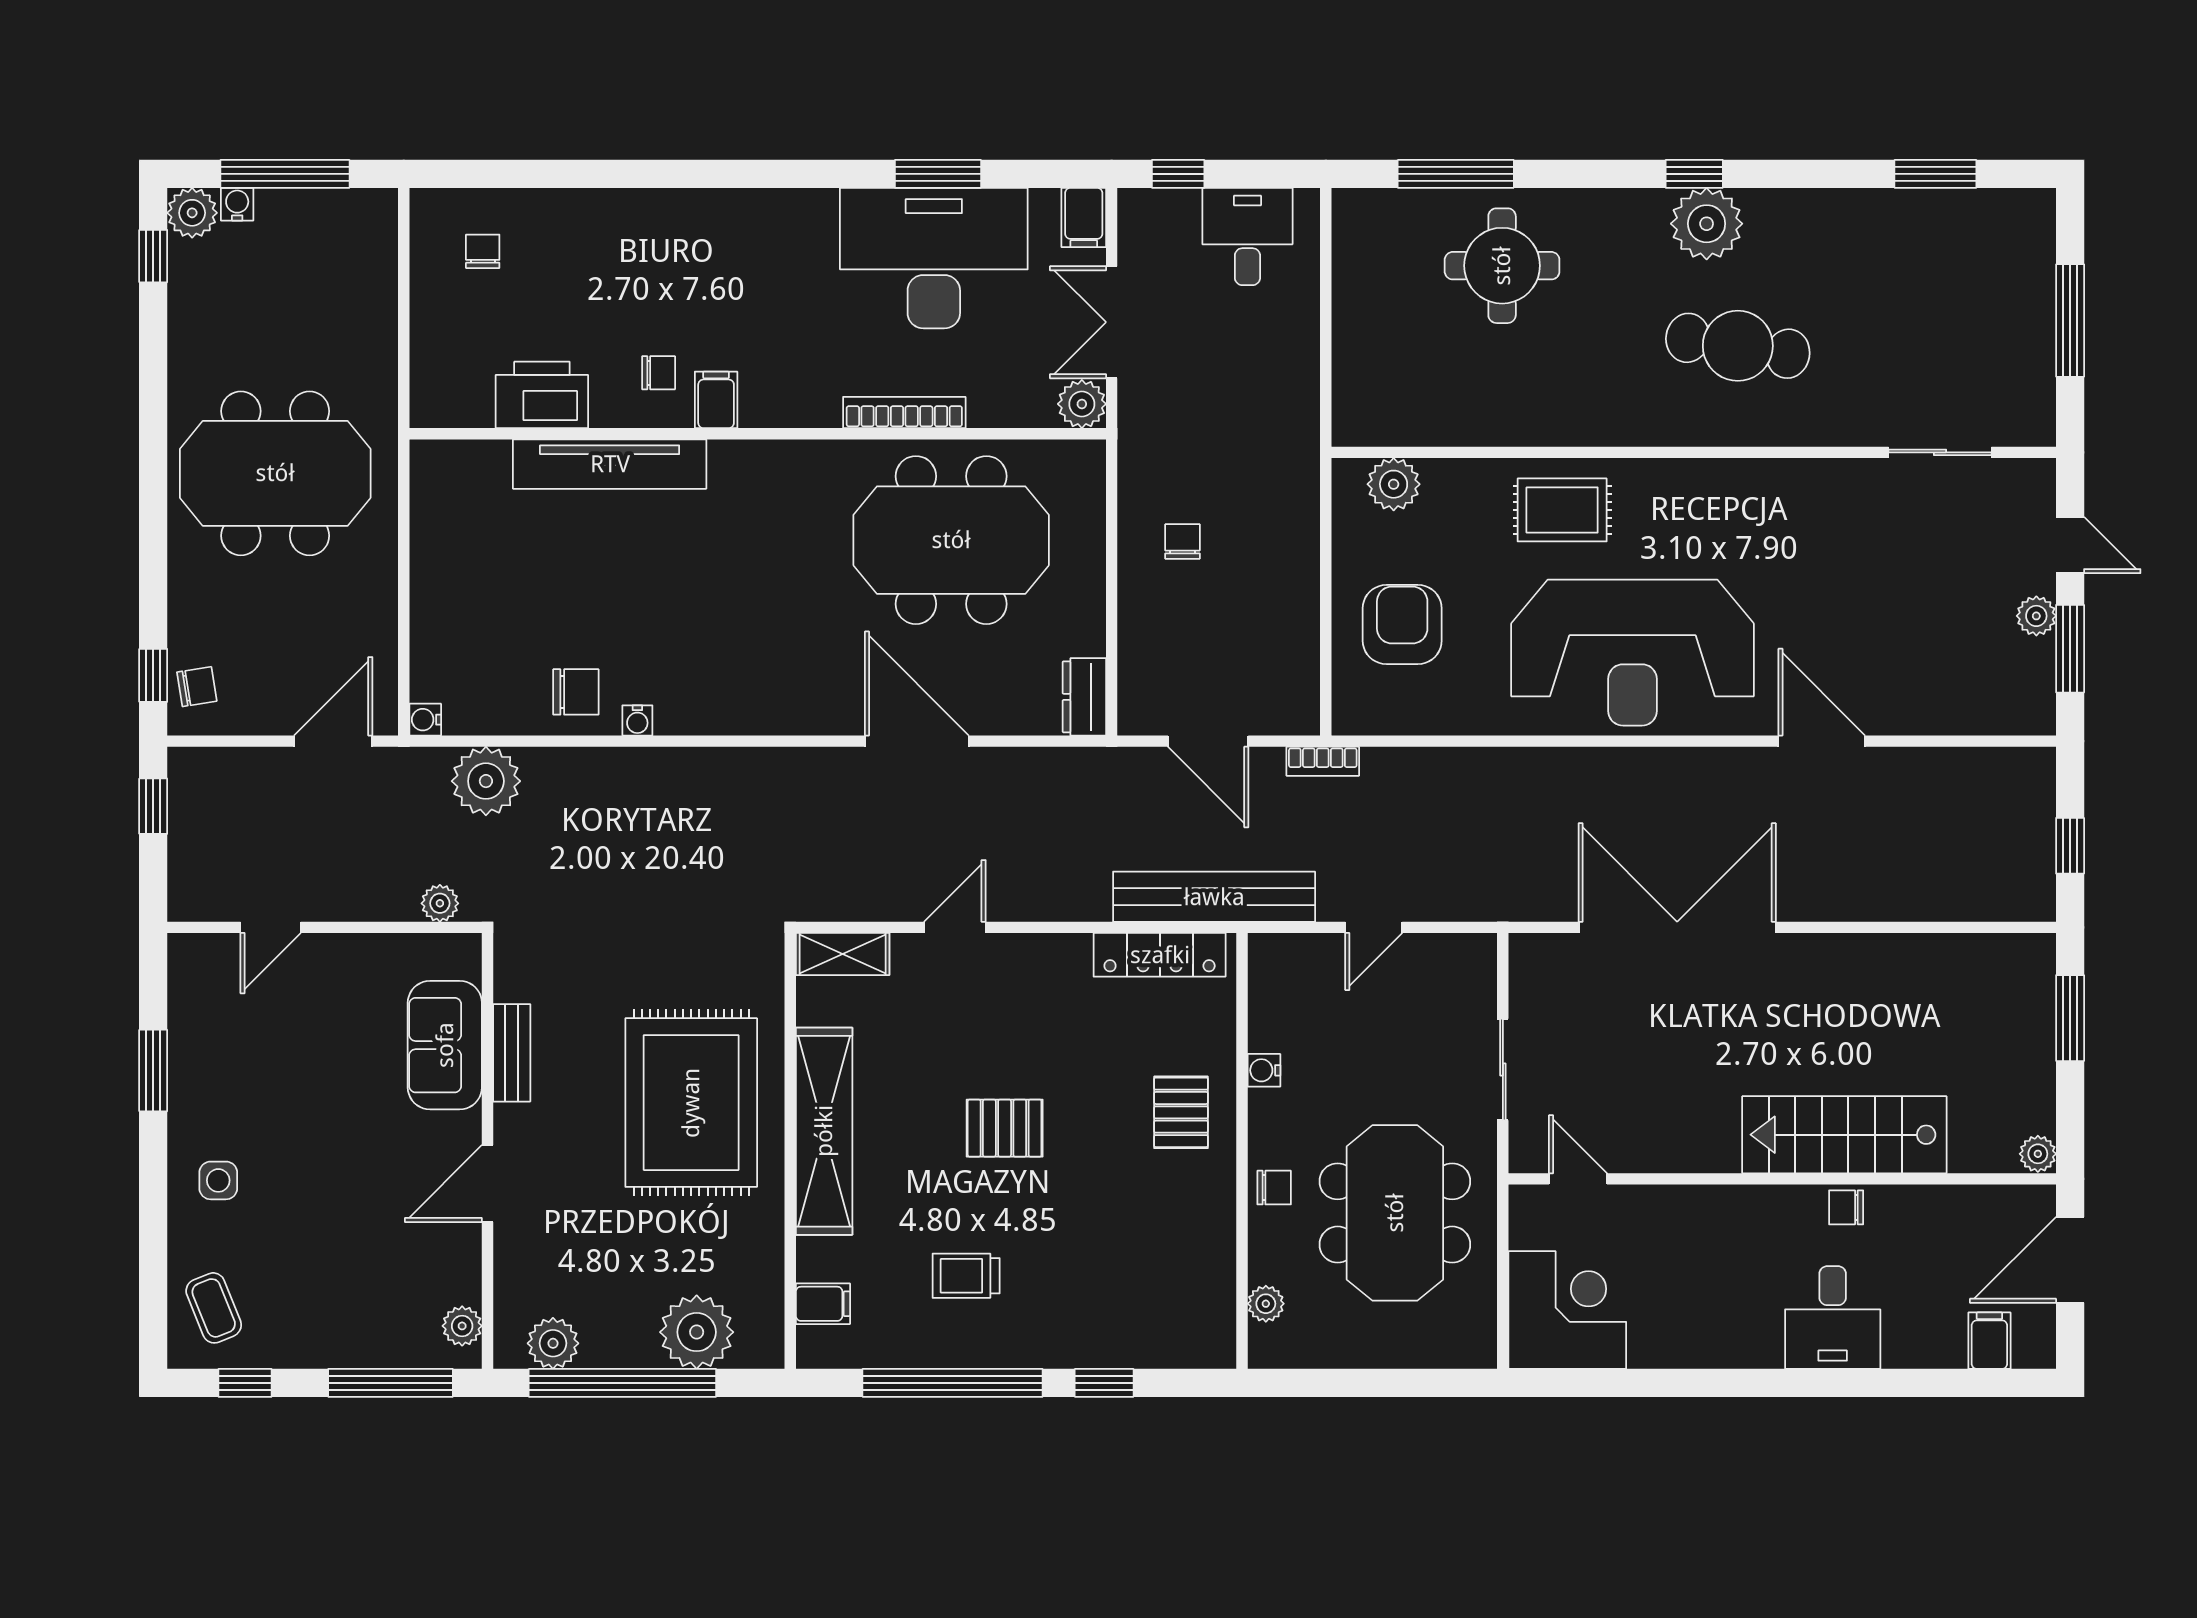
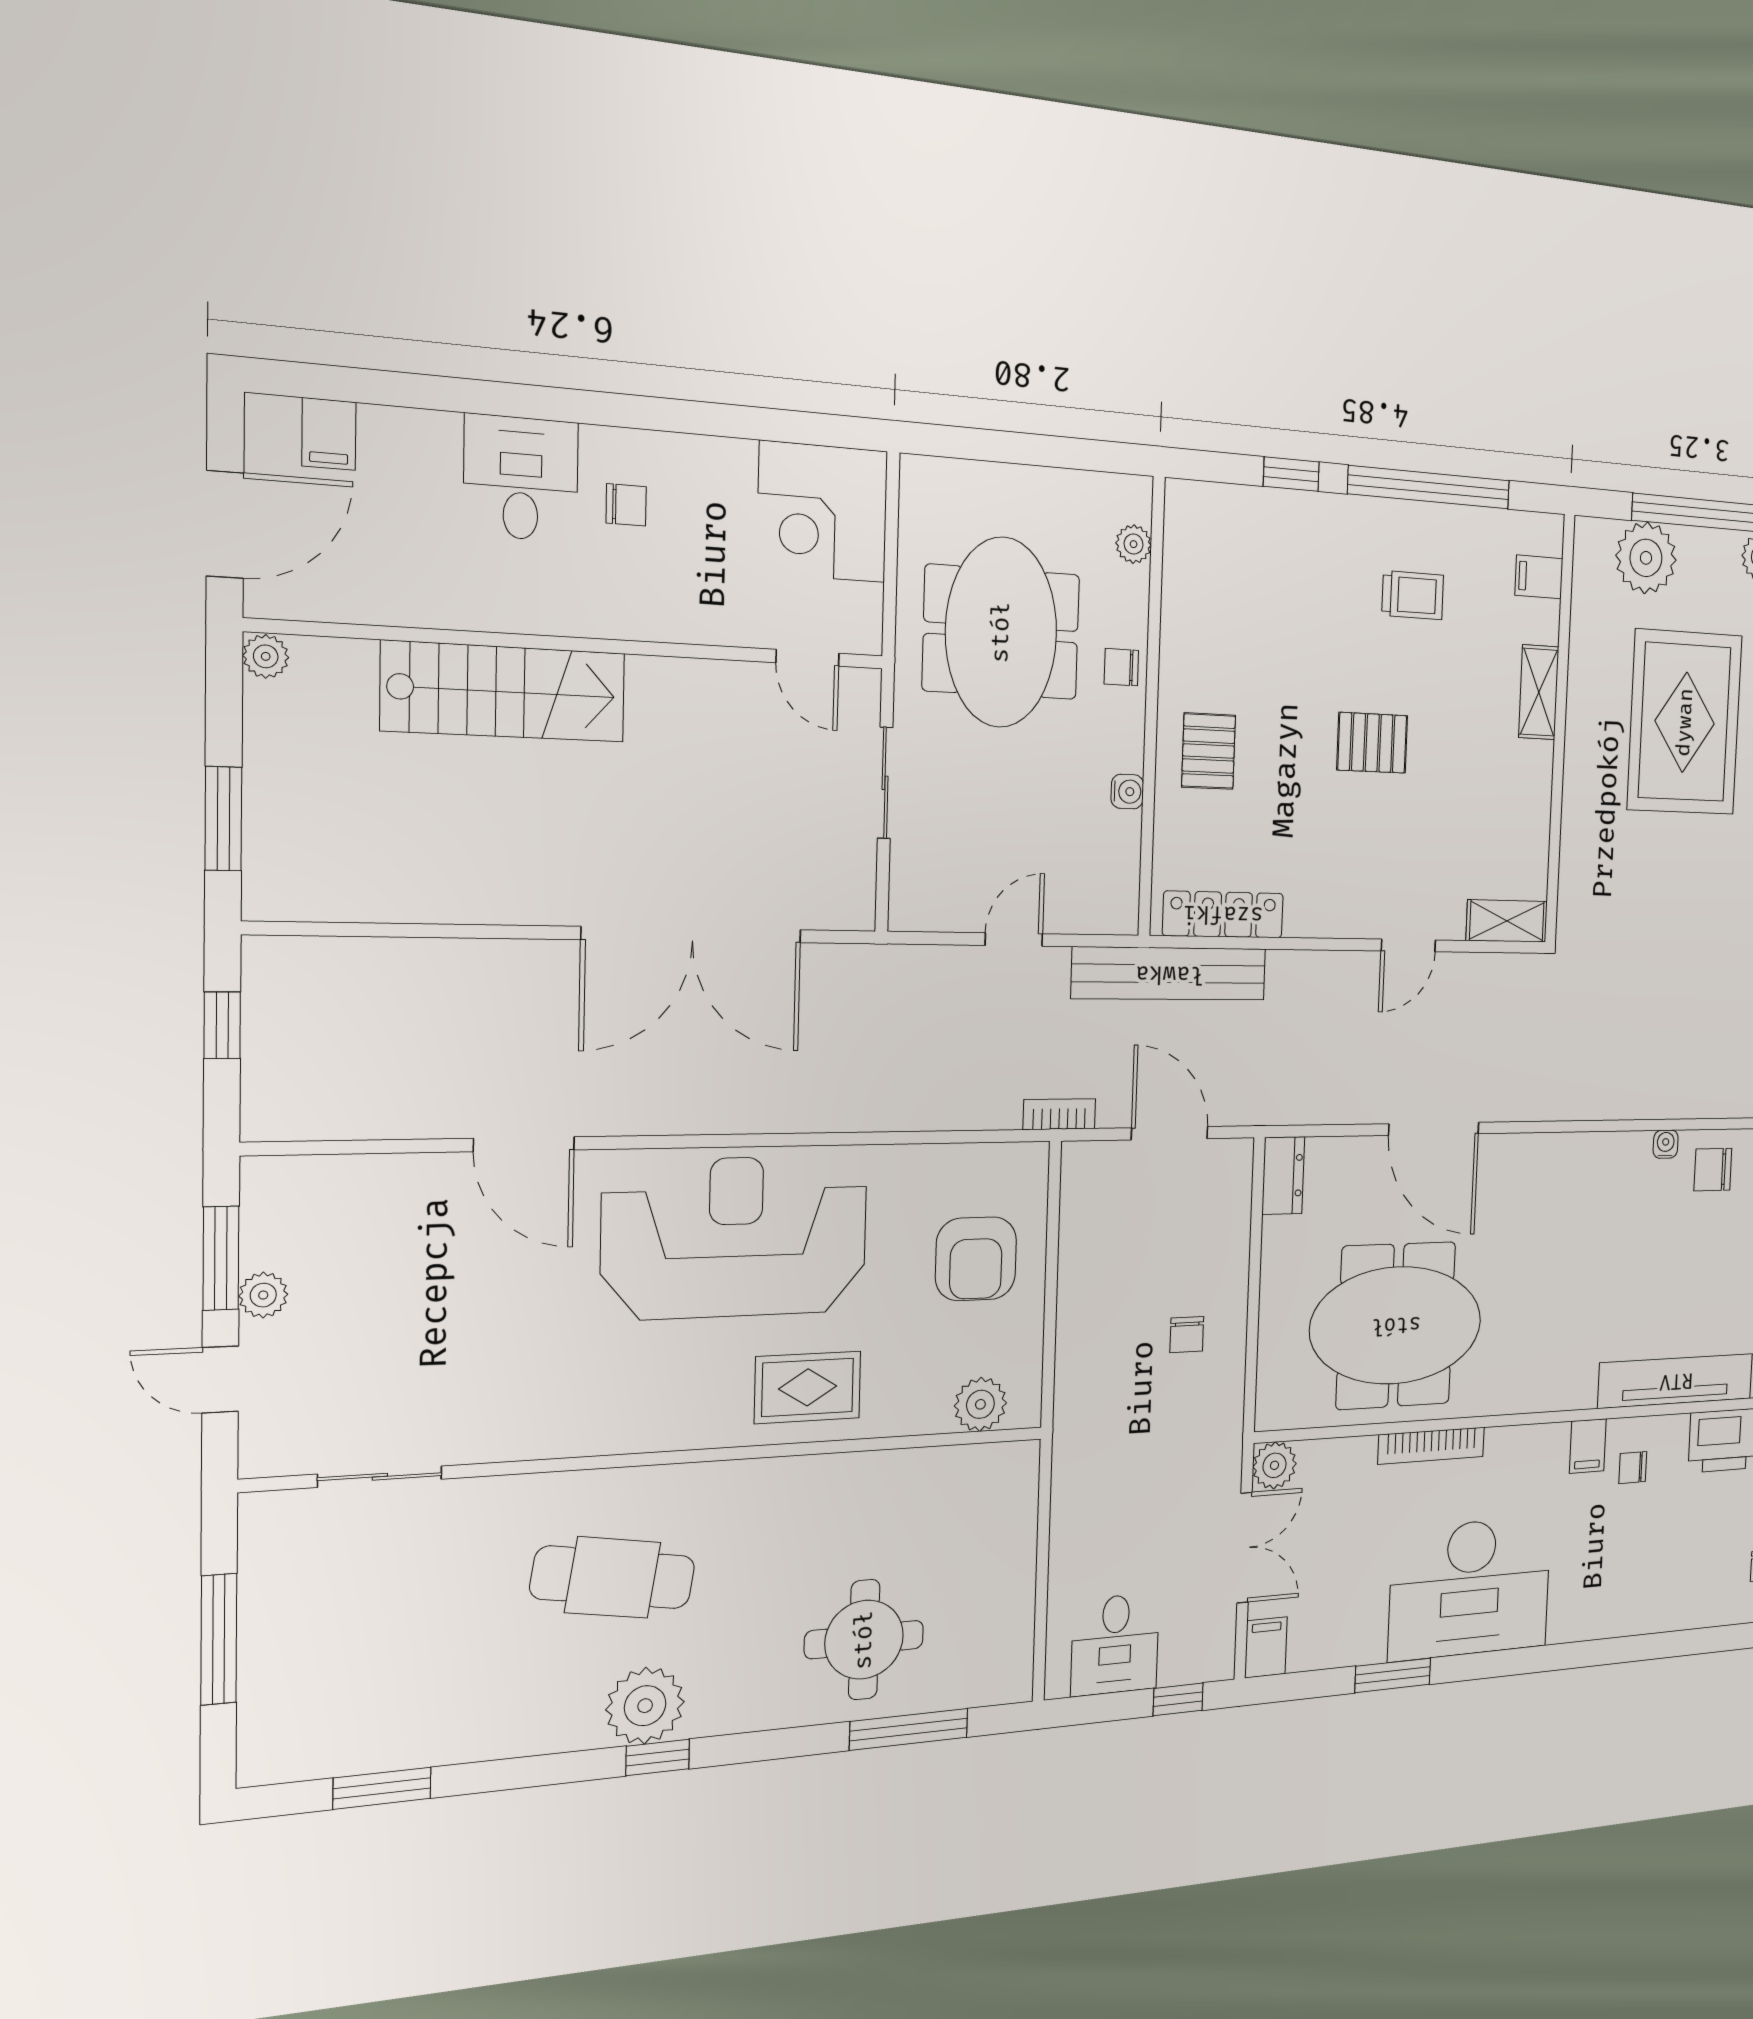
desk: (934, 258) -> (1470, 1588), moved
rug: (691, 1103) -> (1685, 722), moved
shelving: (824, 1131) -> (1539, 692), width x0.45, depth x0.75
chair: (1846, 1207) -> (626, 505), moved

